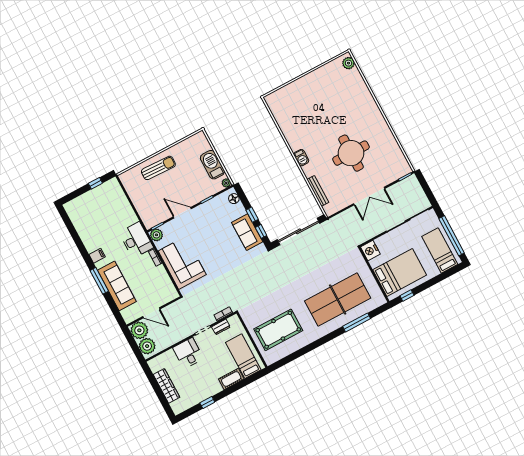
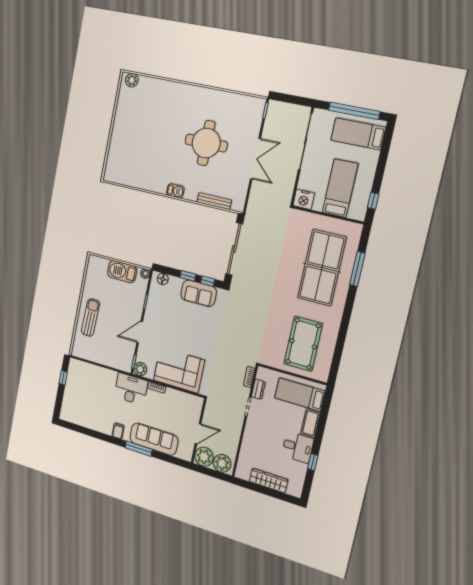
bed: (400, 272) -> (340, 188), width x0.67
desk: (188, 353) -> (298, 447), moved, turned 180

